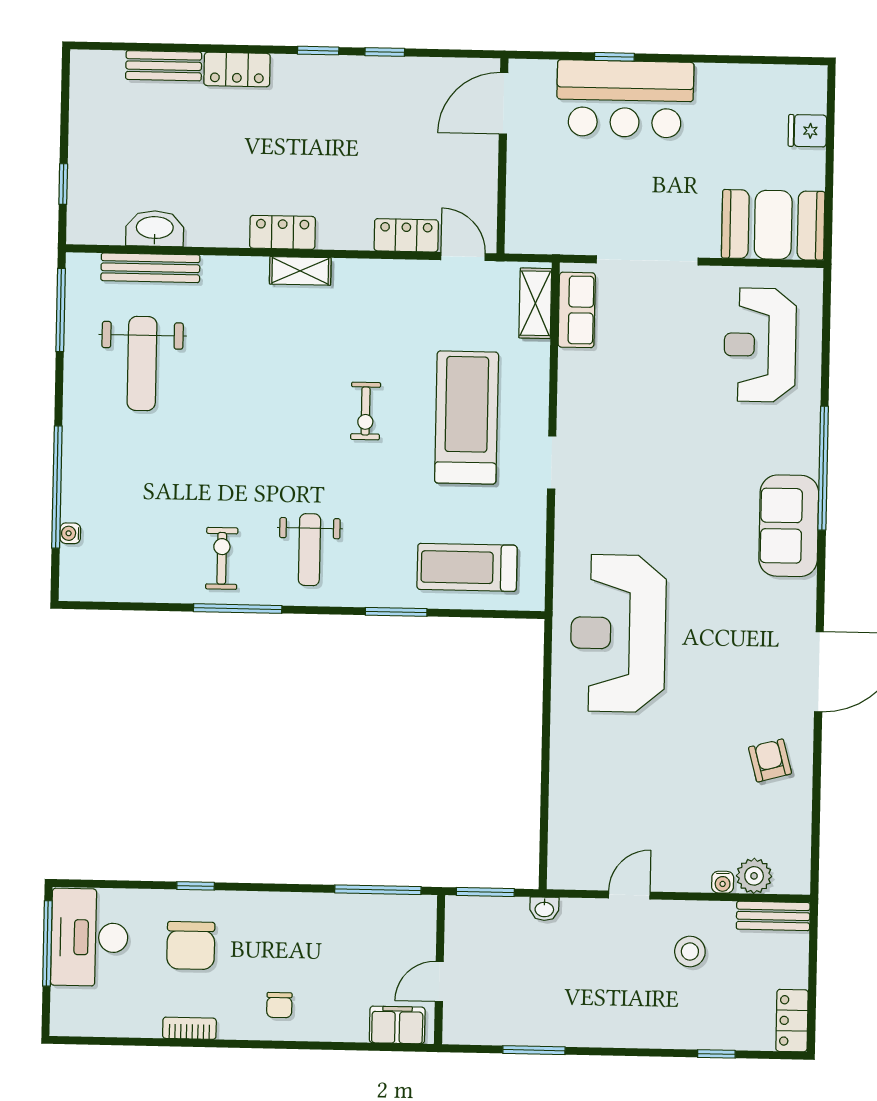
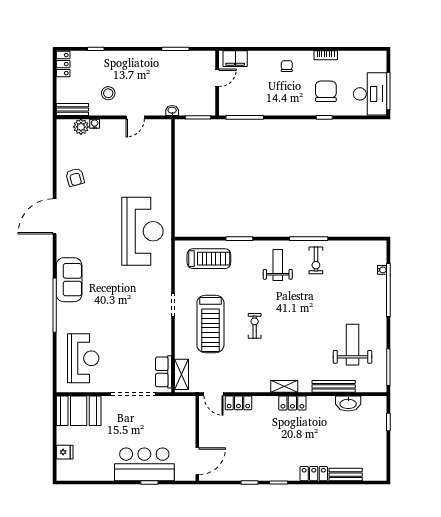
bench: (150, 268) -> (334, 386), moved

